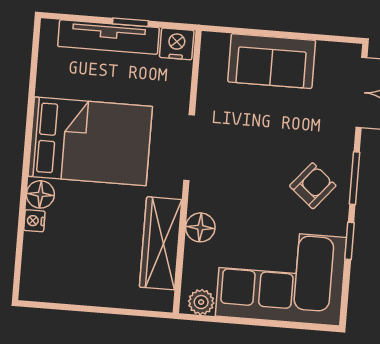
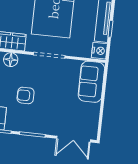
sofa: (272, 61) -> (91, 82), moved
armchair: (313, 186) -> (26, 95), moved, turned 140

